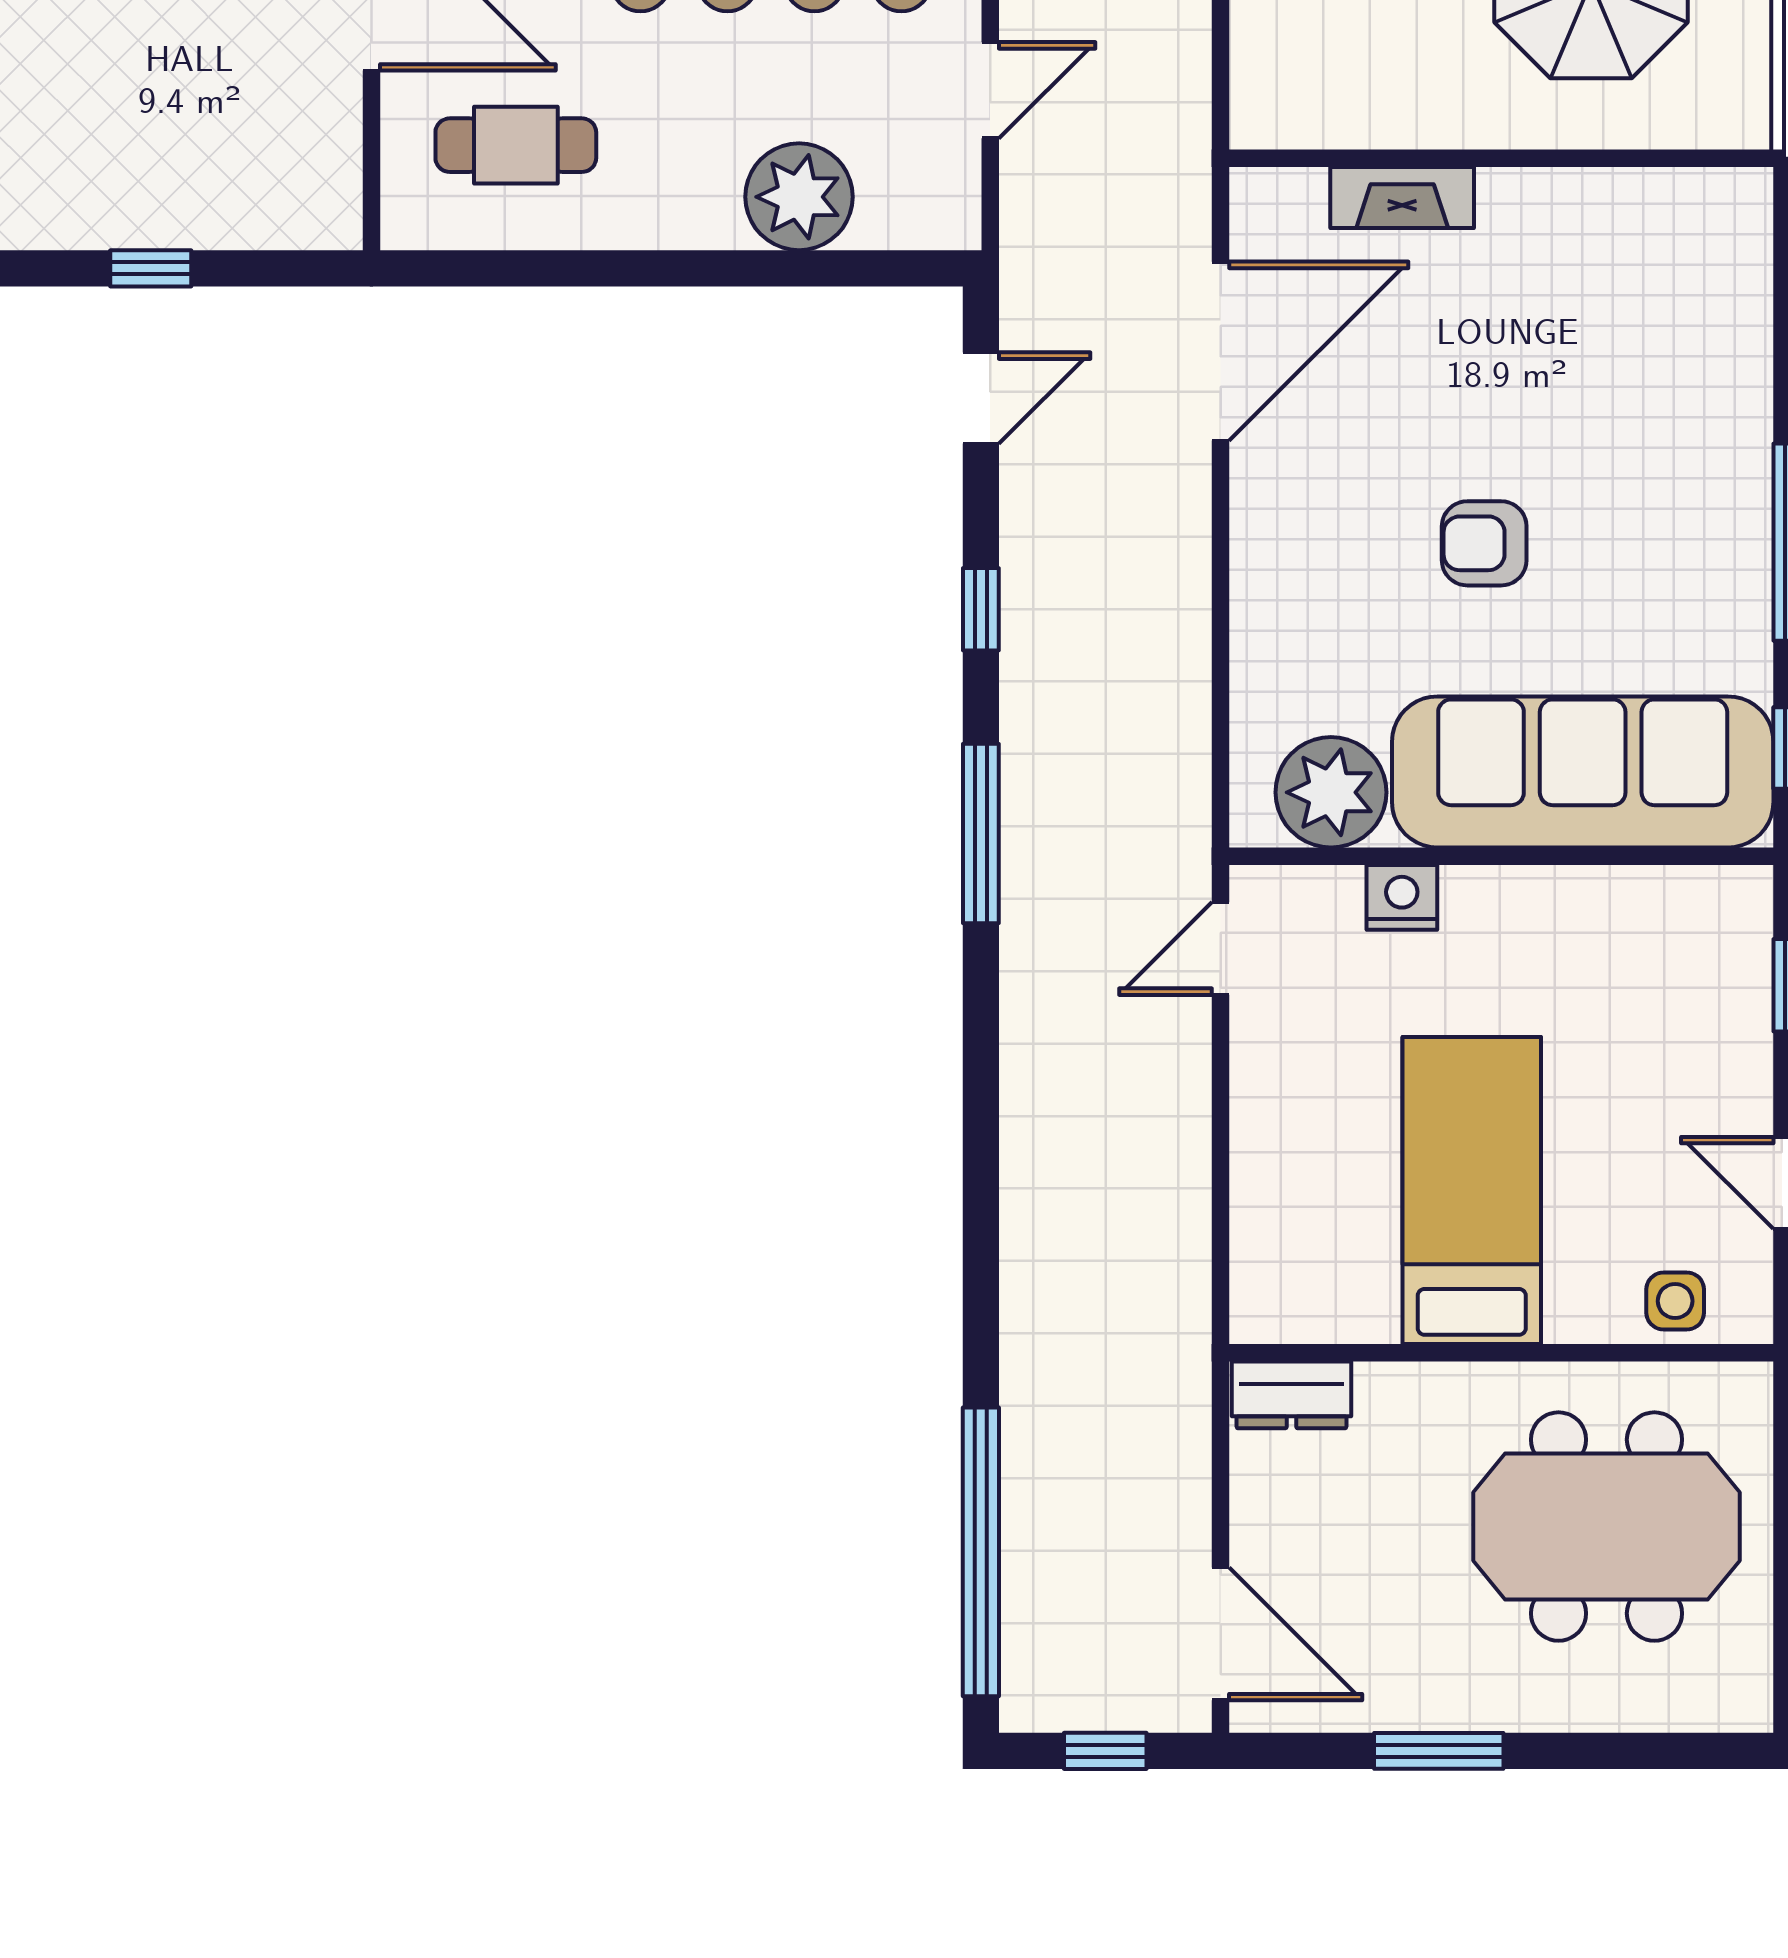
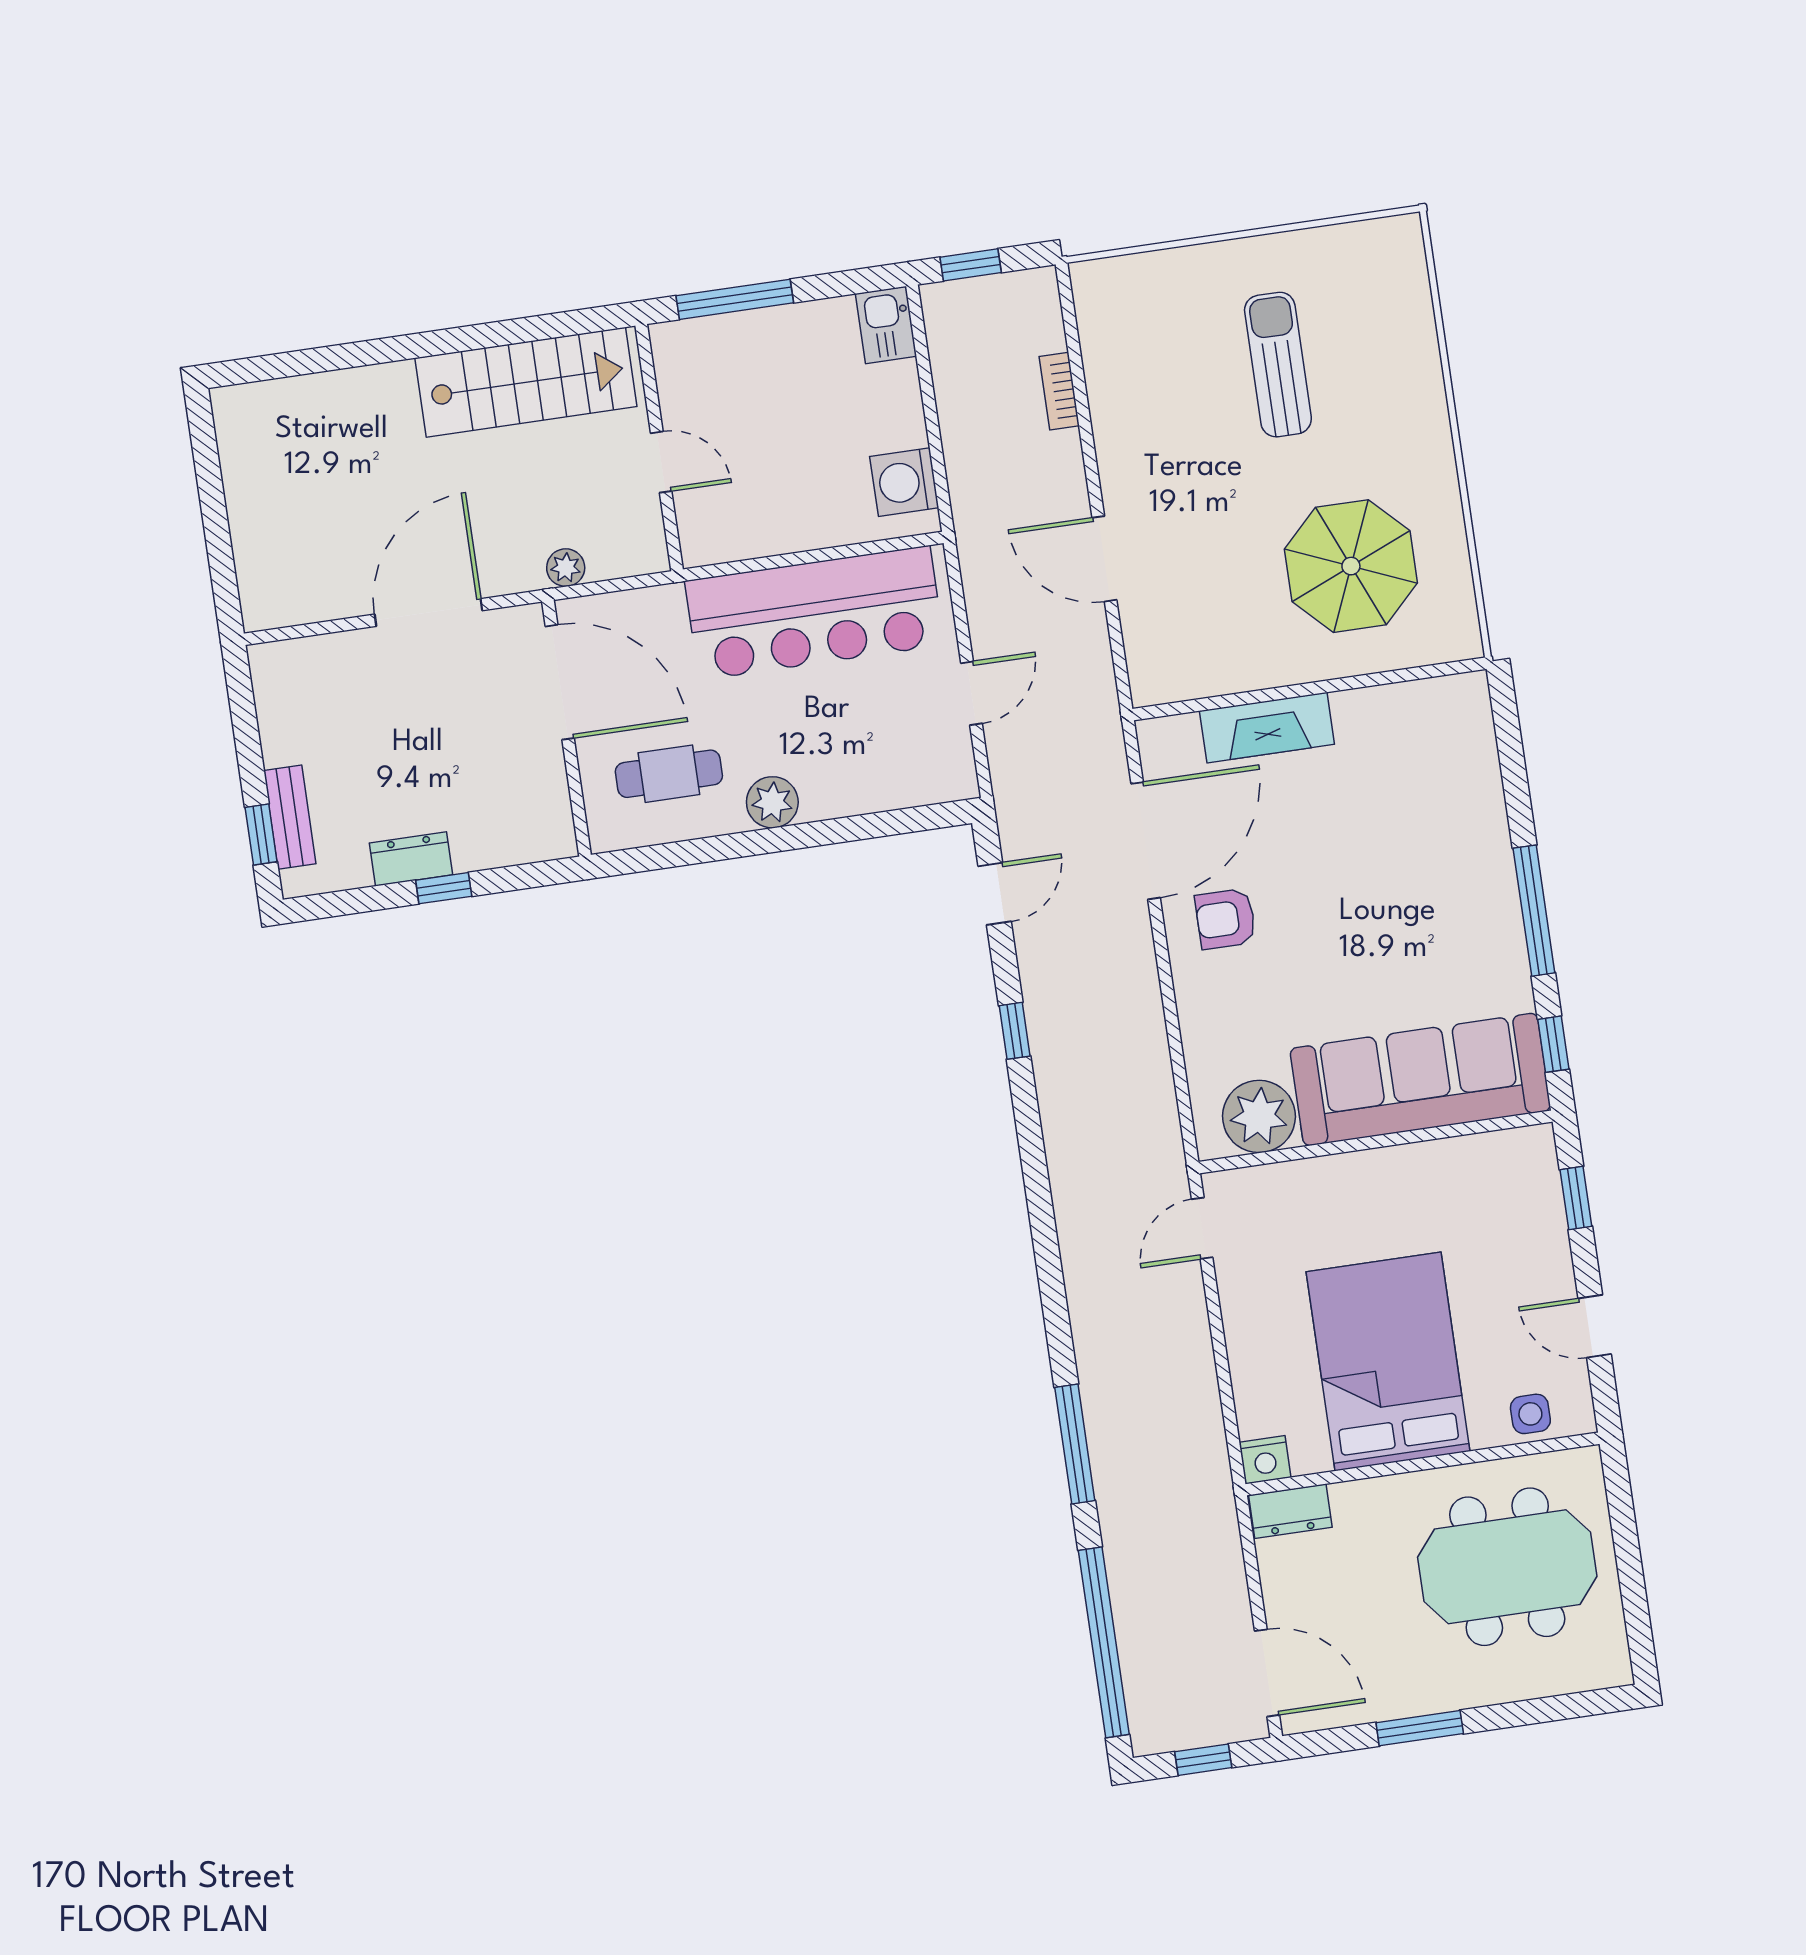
plant: (799, 197) -> (772, 802), moved, width x0.73, depth x0.73
fireplace: (1402, 197) -> (1267, 728), width x1.37, depth x1.32
dresser: (108, 217) -> (411, 859), added
armchair: (1484, 543) -> (1226, 919), moved
window: (981, 834) -> (1075, 1444), moved
nightstand: (1402, 897) -> (1265, 1460), moved, turned 180
bed: (1472, 1190) -> (1388, 1361), width x1.50

